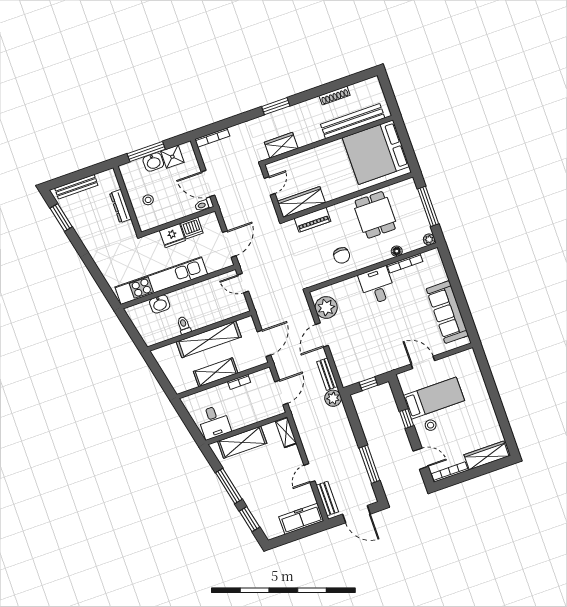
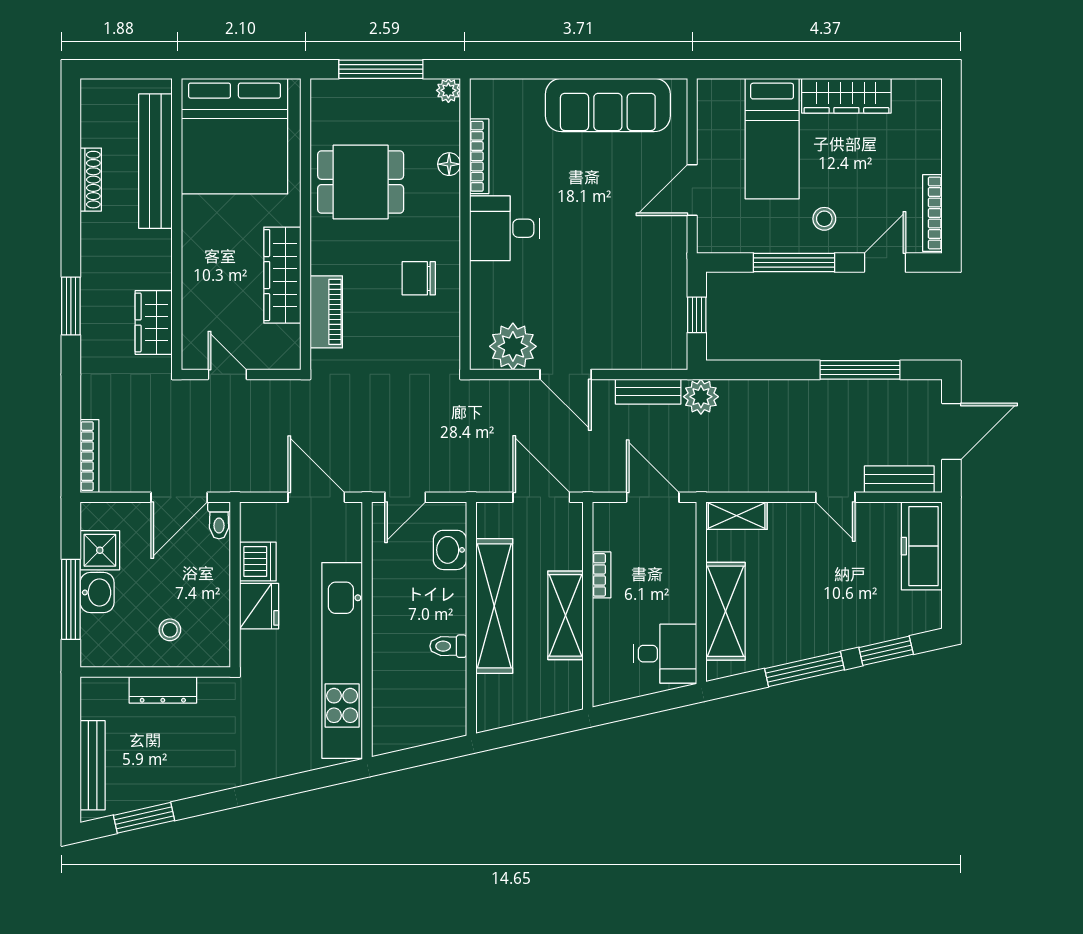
wardrobe: (301, 202) -> (282, 275), moved
chair: (342, 255) -> (419, 278), turned 180
washbasin: (160, 304) -> (450, 550), moved, turned 180
bed: (434, 398) -> (772, 139), moved, turned 180
window: (407, 419) -> (794, 262), width x2.17
wardrobe: (486, 455) -> (846, 96), moved, turned -90

